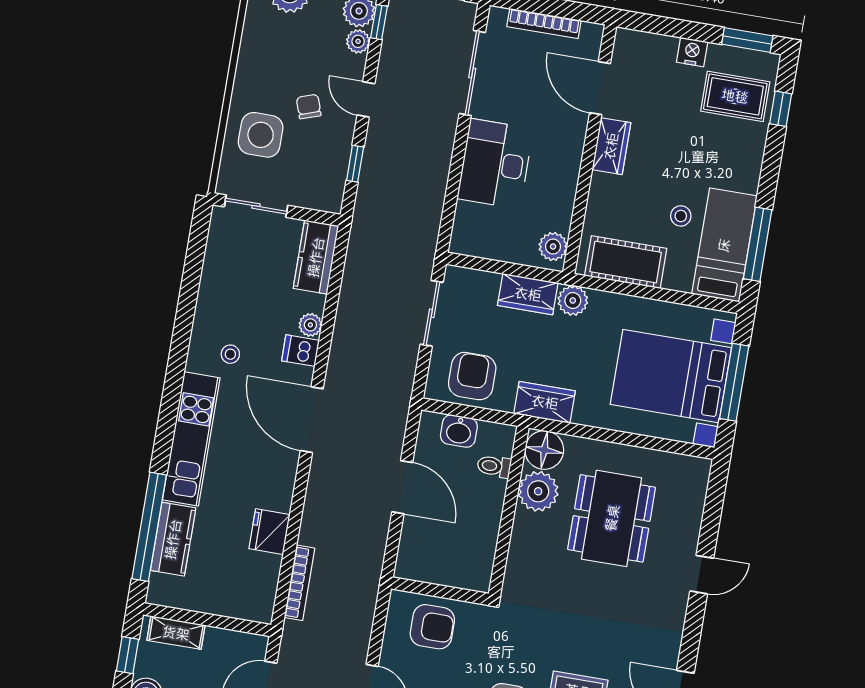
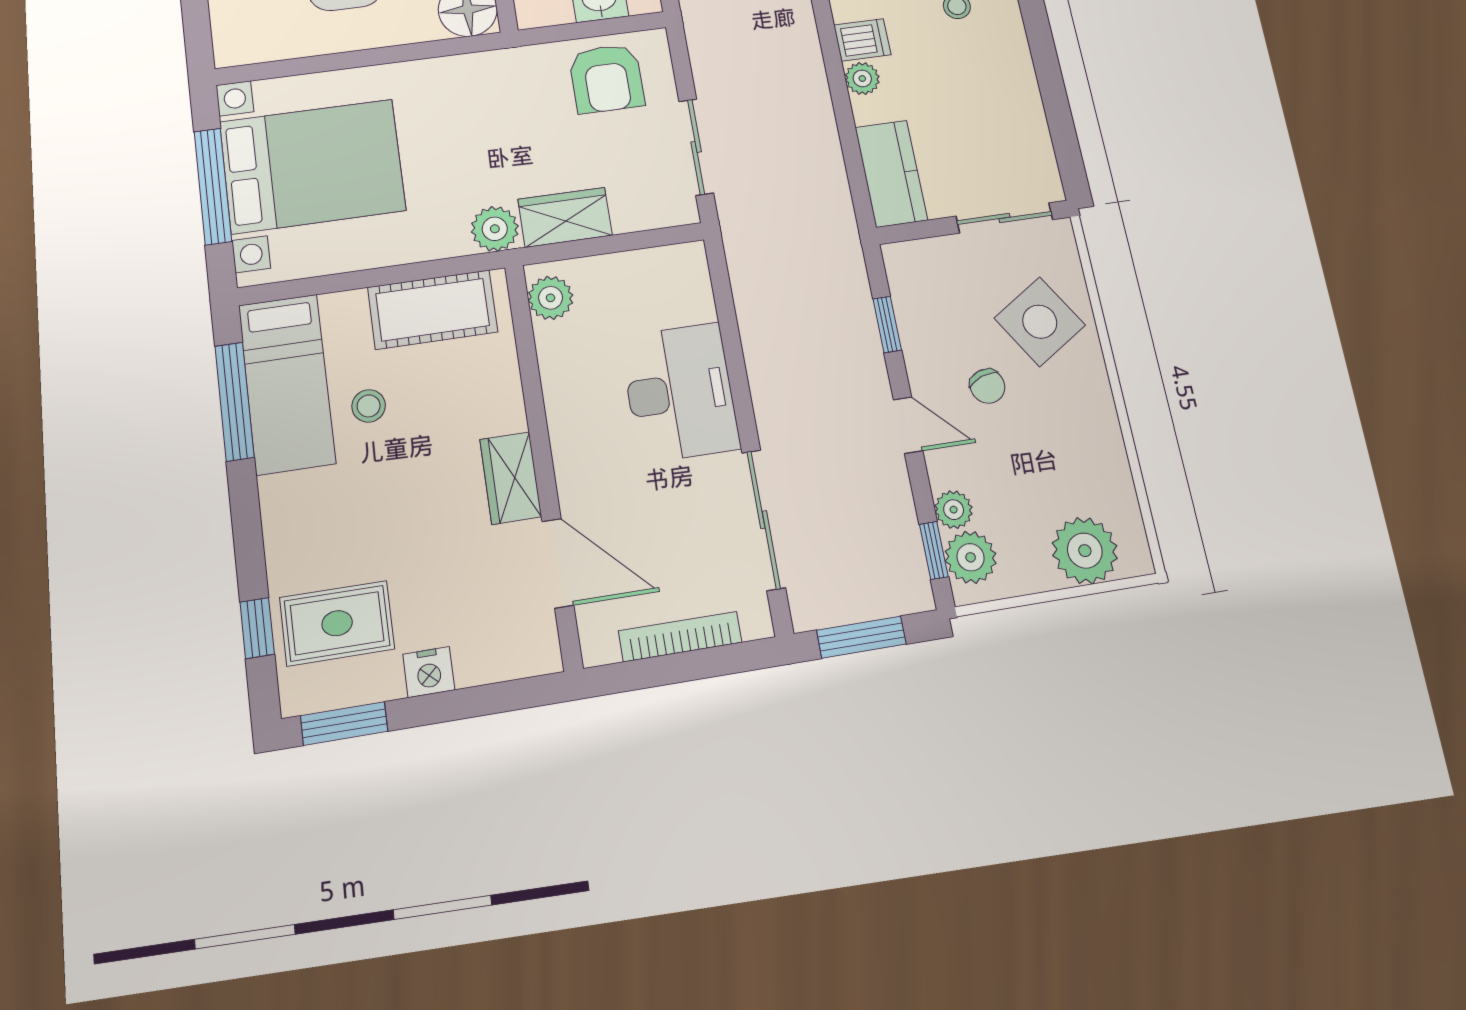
side table: (261, 135) -> (1040, 322), turned -32
wardrobe: (545, 402) -> (489, 74), removed

